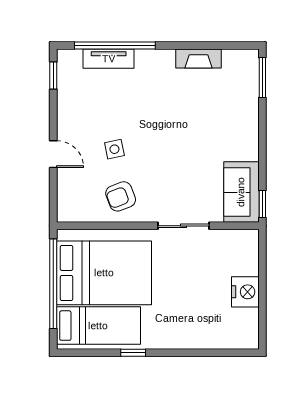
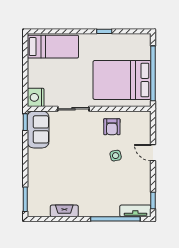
tv unit: (109, 59) -> (135, 211), moved
armchair: (121, 196) -> (112, 127), turned 111
nightstand: (245, 292) -> (36, 97), moved
bed: (98, 326) -> (53, 47), moved, turned 180

